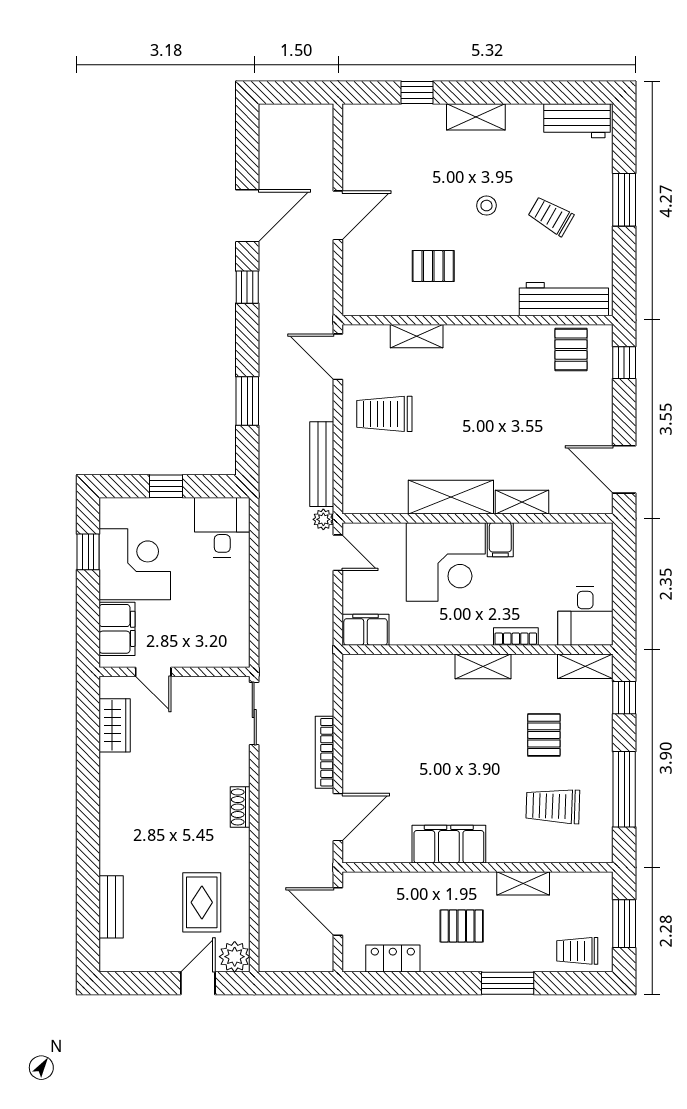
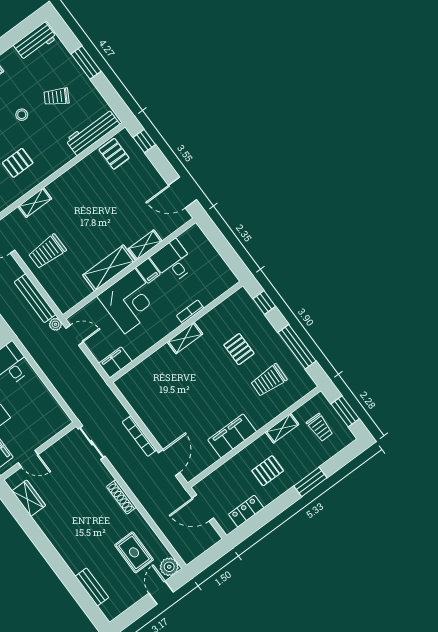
desk: (585, 616) -> (173, 261), moved, turned 180
shelving: (585, 666) -> (234, 301), removed
shoe rack: (240, 807) -> (121, 497), width x1.43
trolley: (577, 951) -> (320, 428), moved, turned -90

